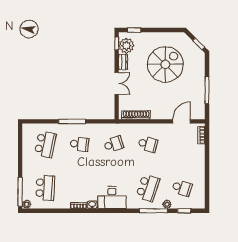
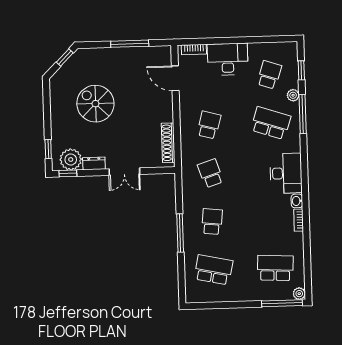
spiral stairs: (165, 64) -> (95, 104), width x0.73, depth x0.73
double door: (117, 83) -> (124, 172), swing flipped
desk: (194, 159) -> (228, 59), added

